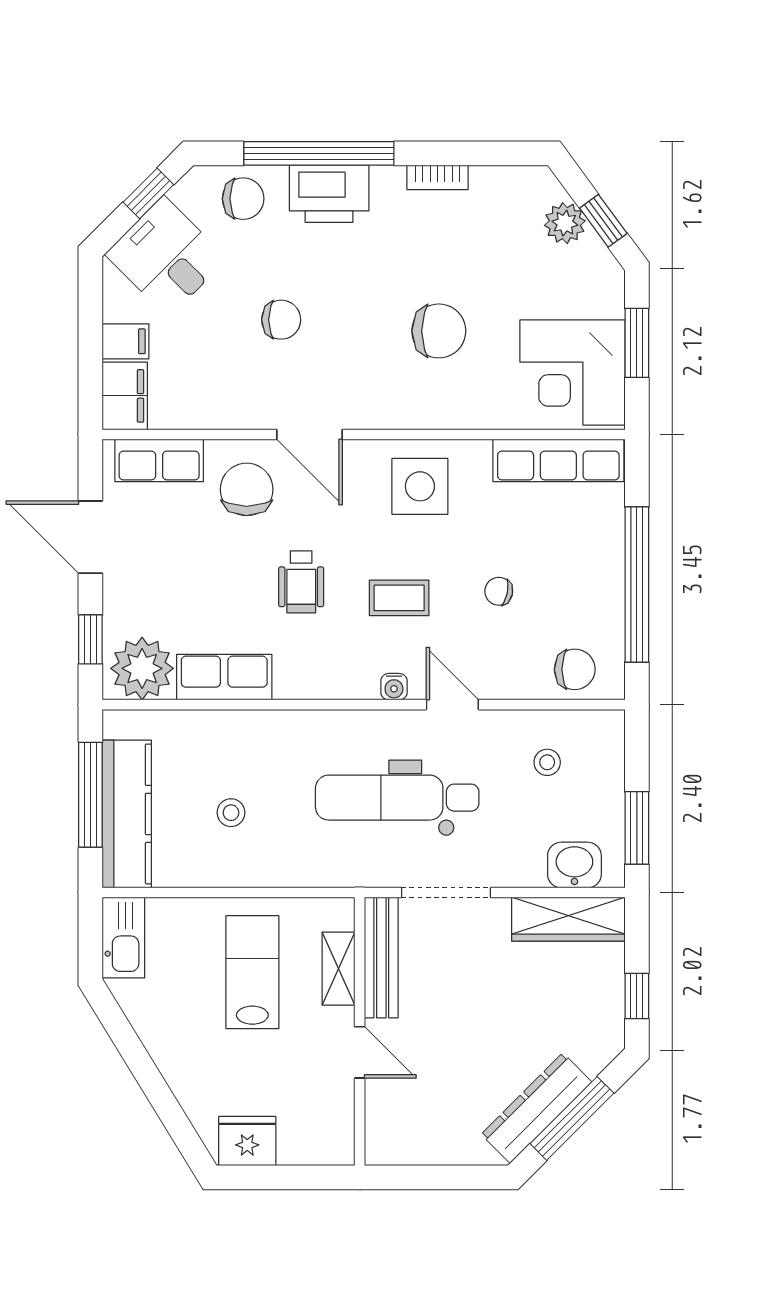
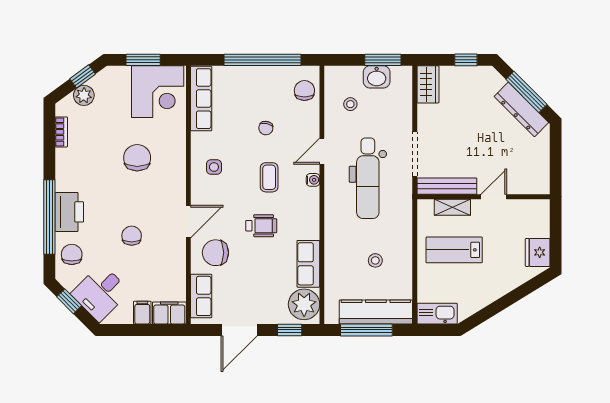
bookcase: (438, 177) -> (61, 132), moved
side table: (420, 486) -> (214, 167), width x0.54, depth x0.54
washbasin: (574, 865) -> (377, 77), moved, turned -90
wardrobe: (568, 919) -> (428, 84), width x0.67

